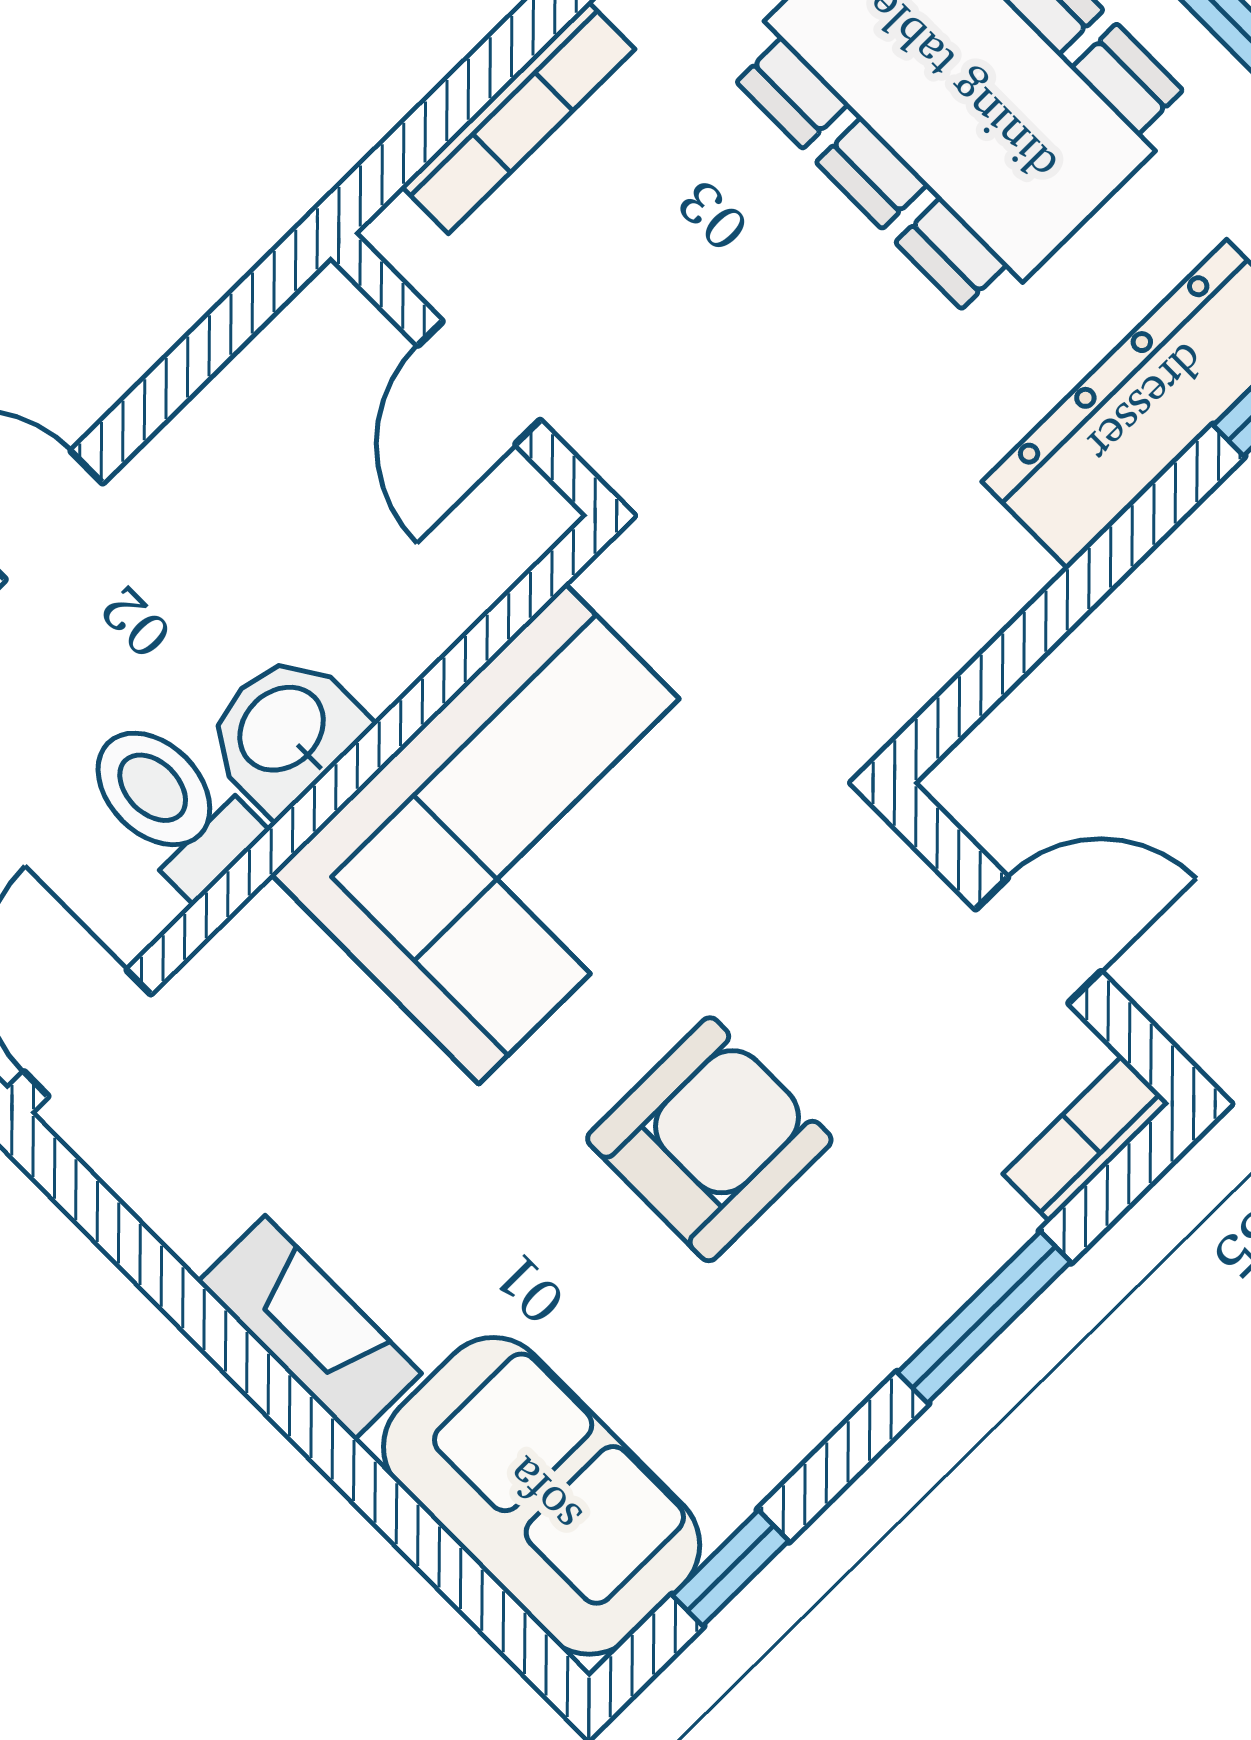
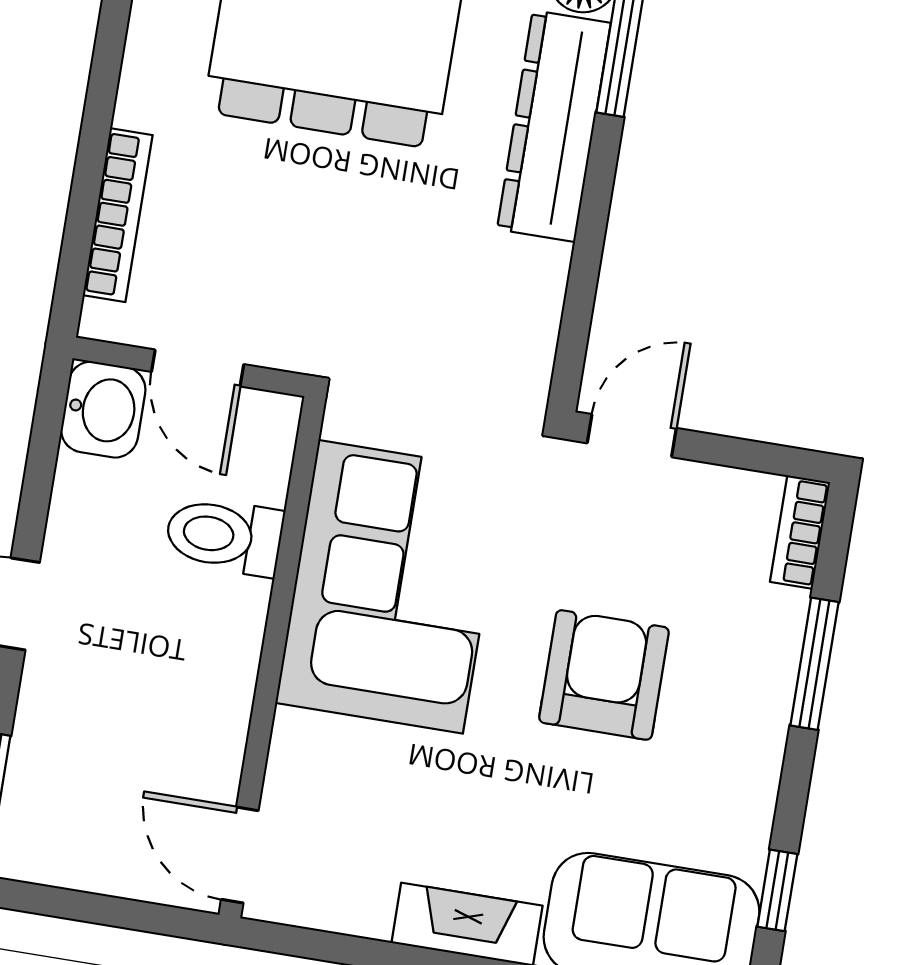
washbasin: (284, 731) -> (103, 410), moved, turned 180
toilet: (170, 805) -> (224, 536), moved
door: (1038, 940) -> (632, 436), moved

